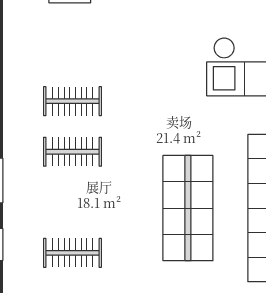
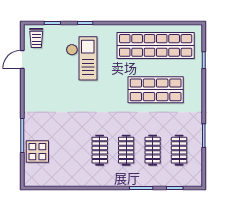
clothes rail: (73, 202) -> (153, 150), added

